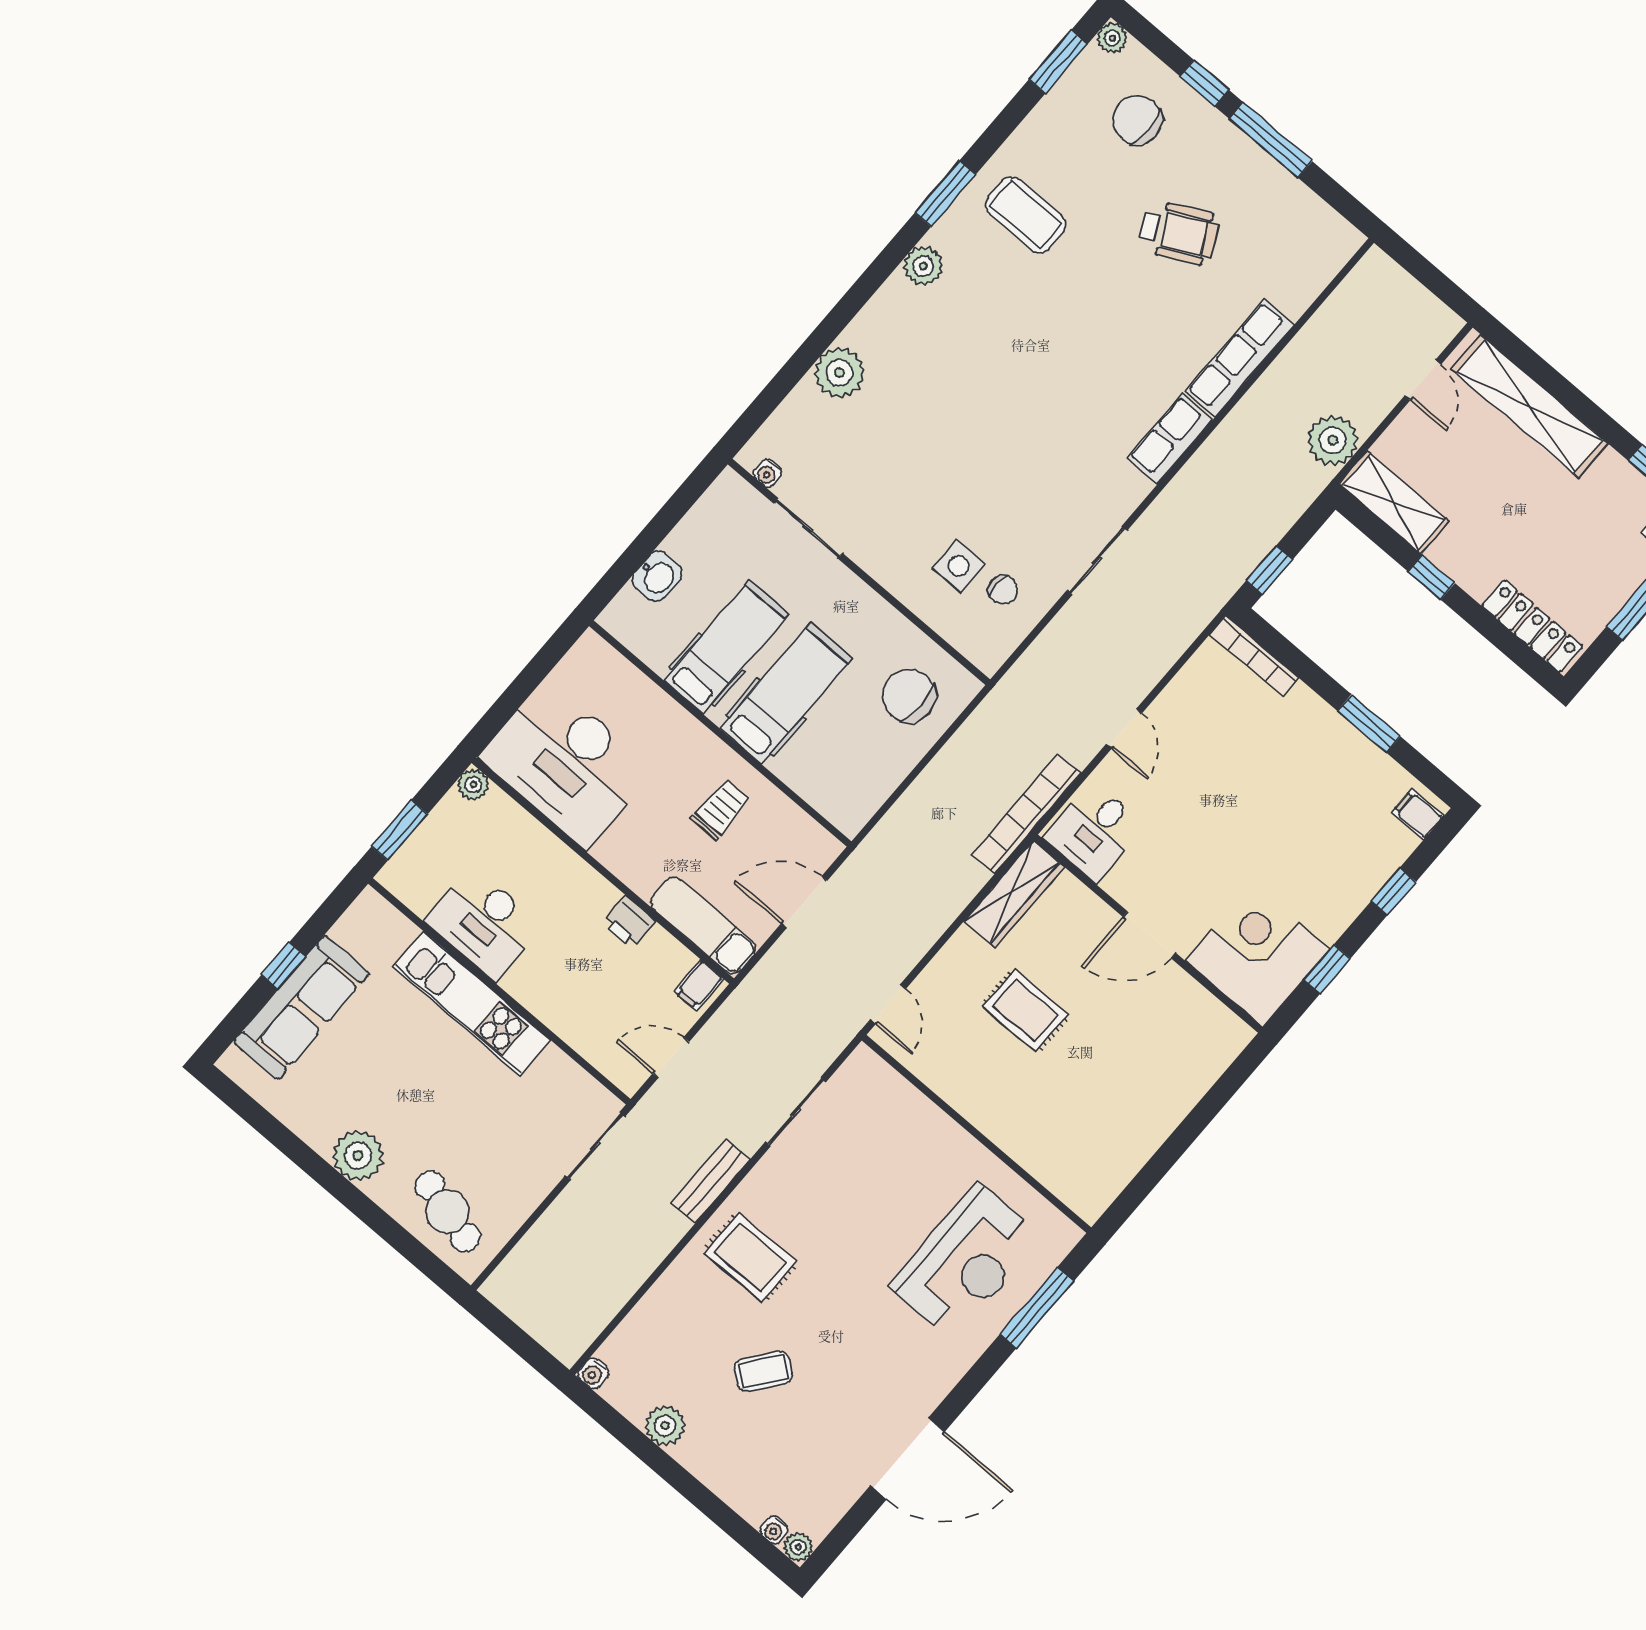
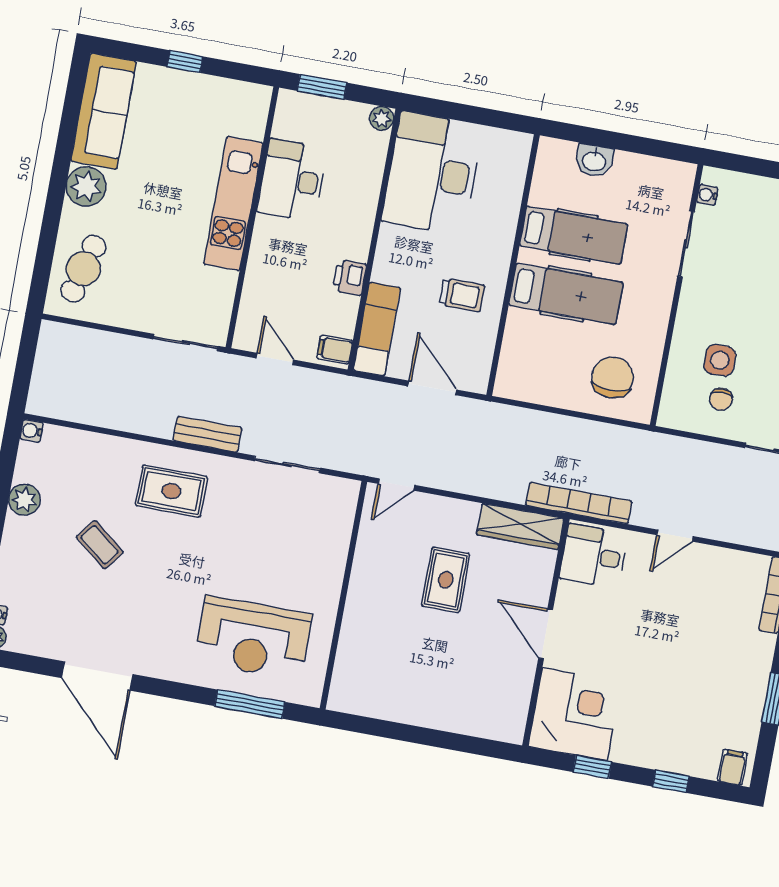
sofa: (301, 1008) -> (104, 111), moved, turned -90
rug: (750, 1257) -> (171, 491), turned 90

